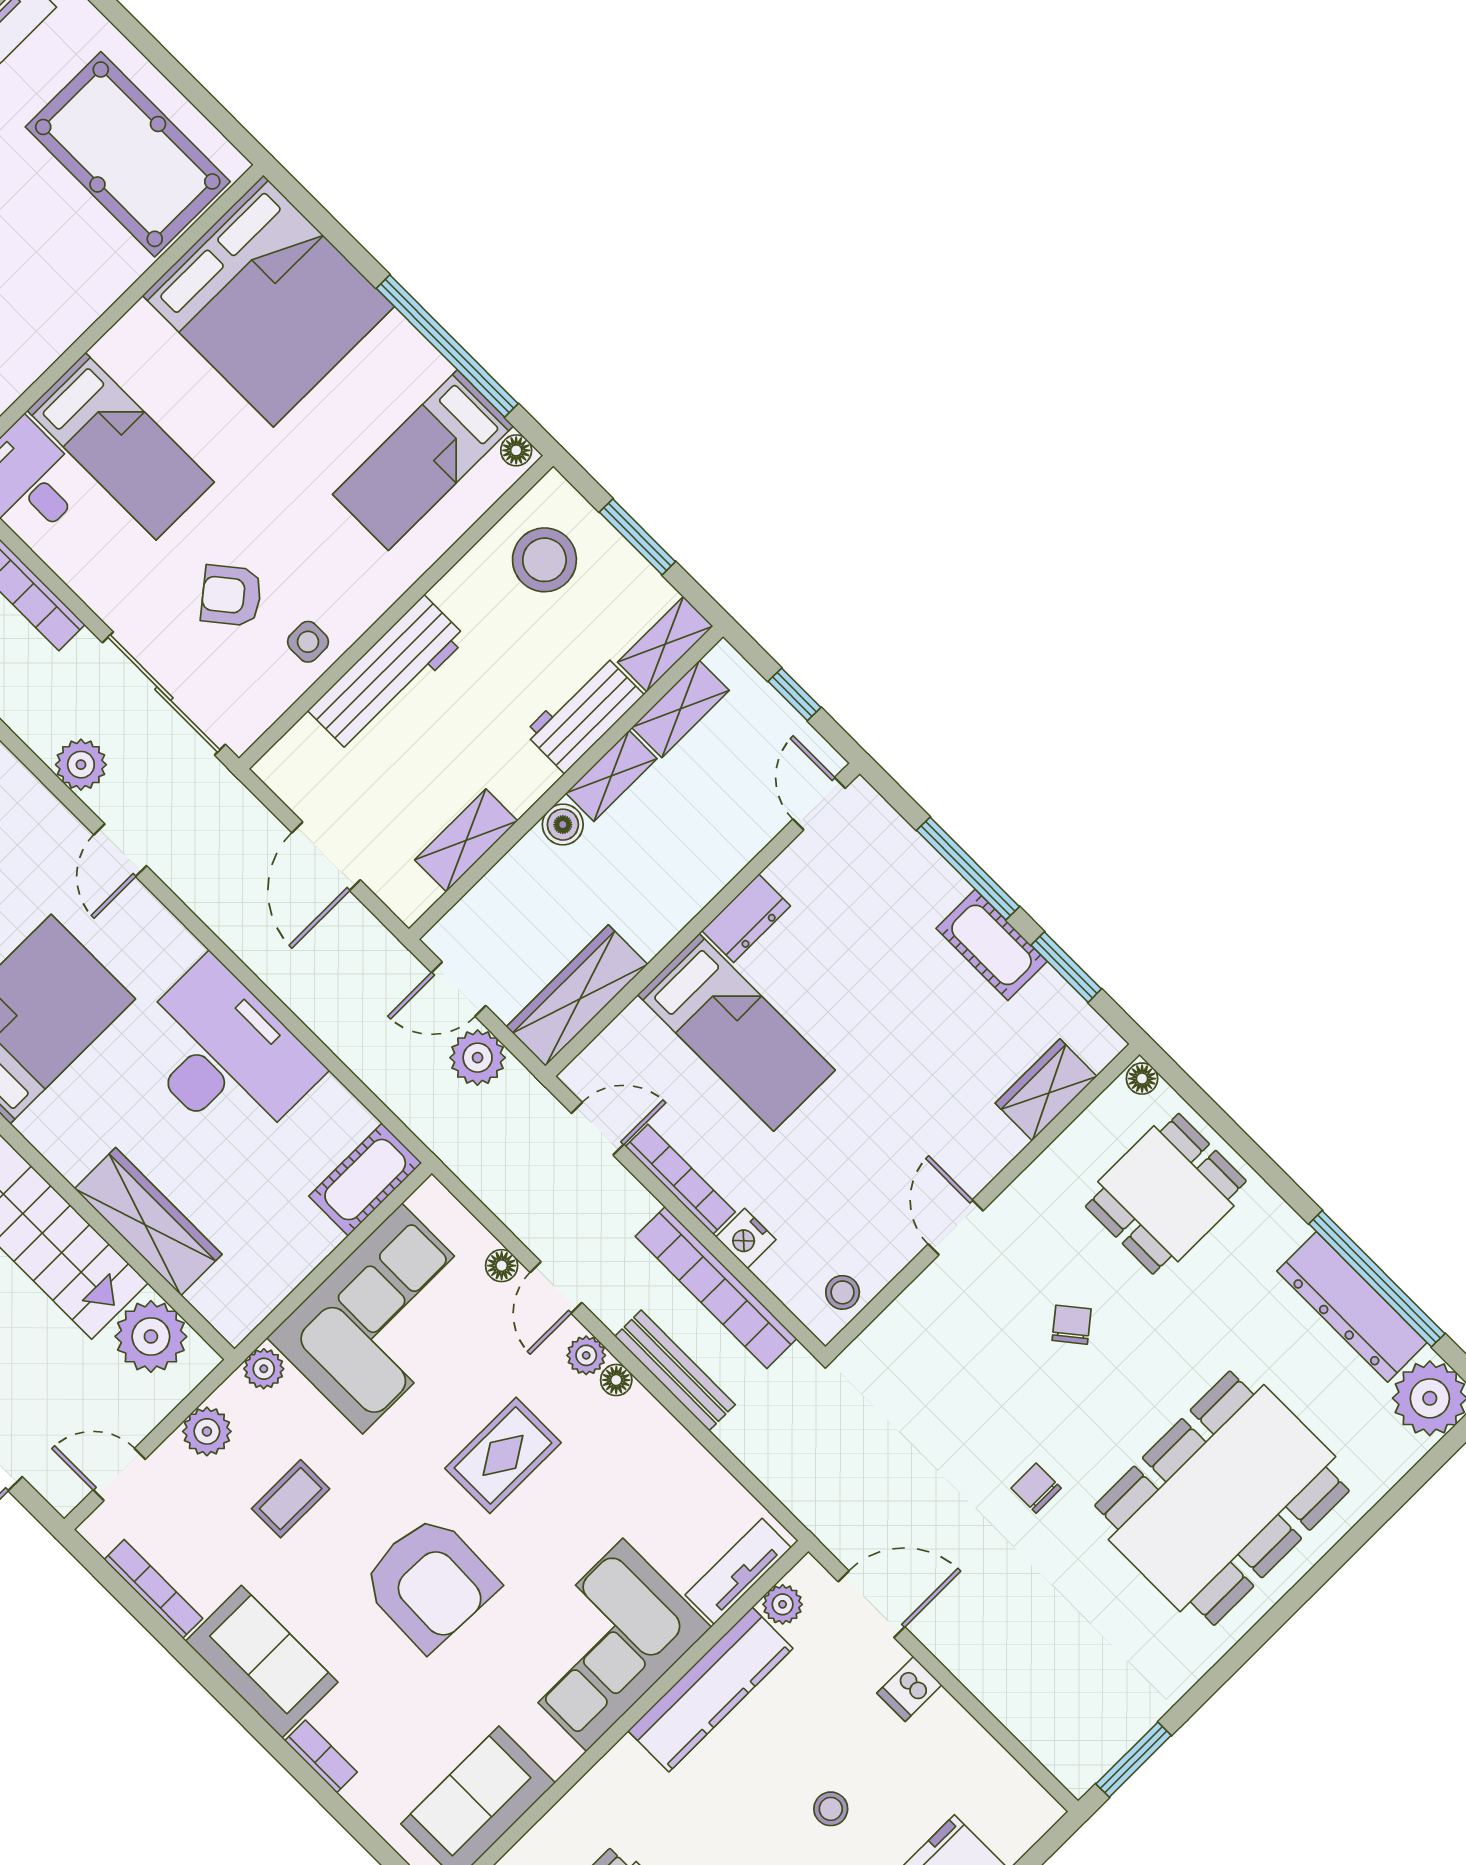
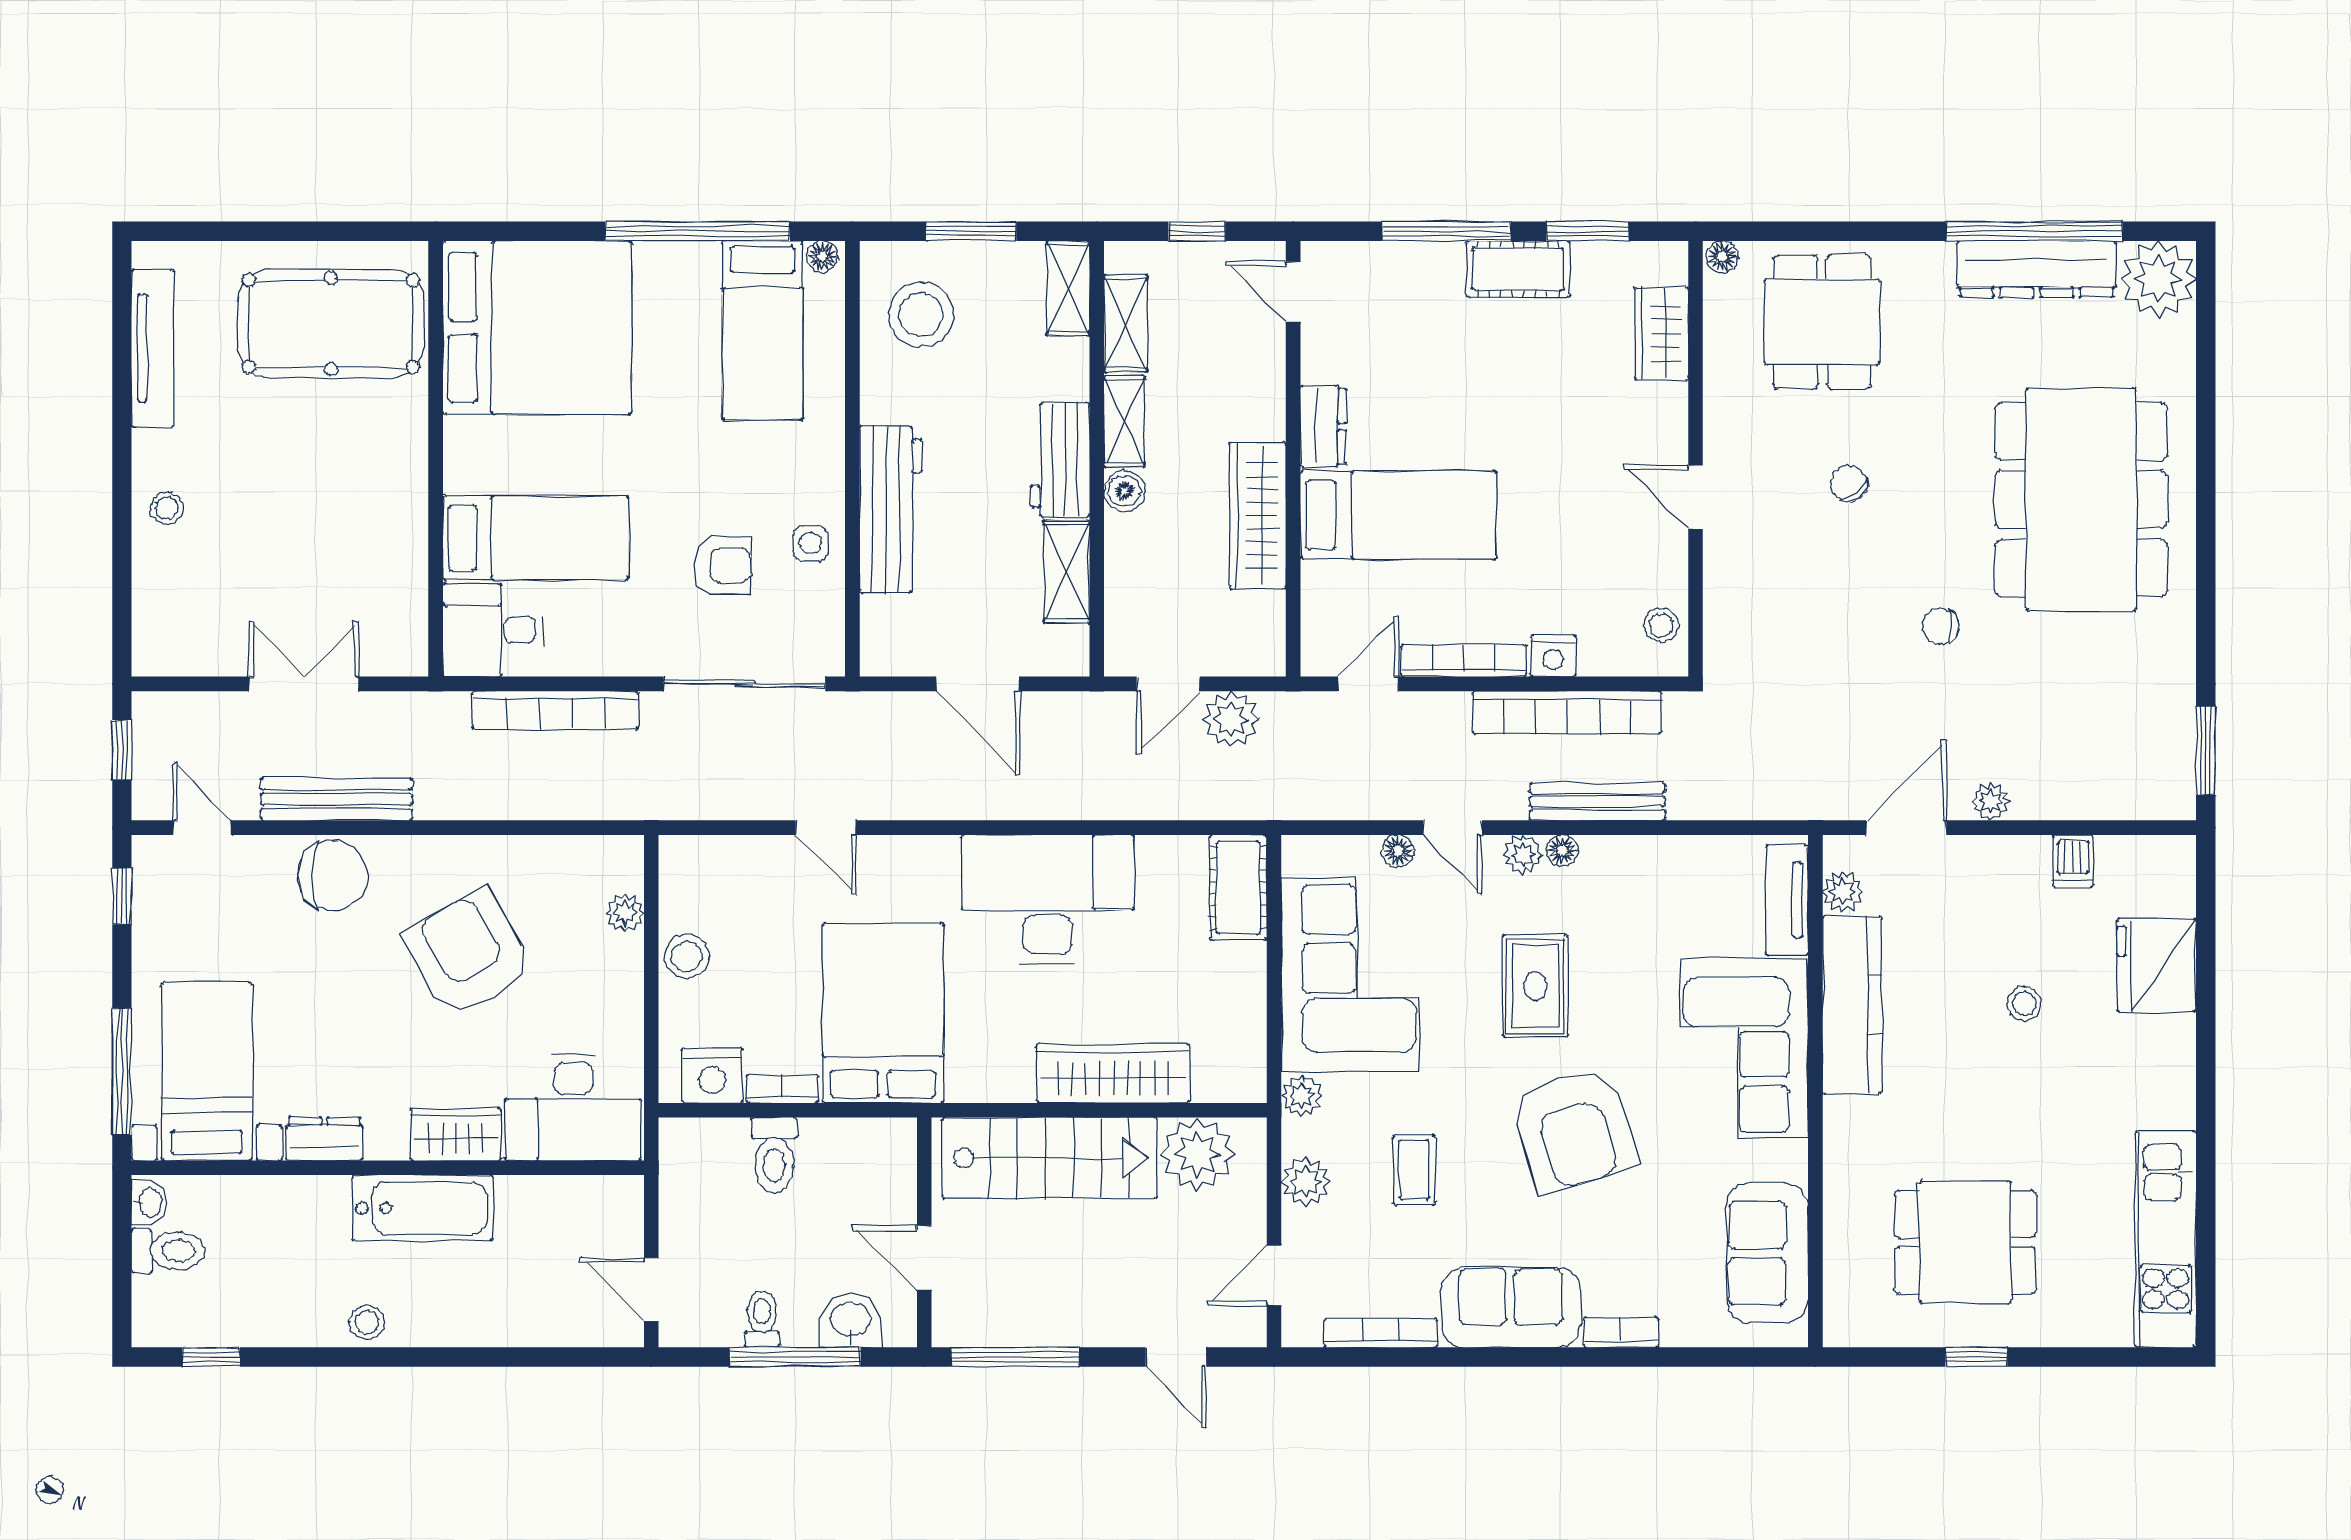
armchair: (231, 596) -> (722, 565), turned -141
workbench: (584, 714) -> (1060, 460), moved
plant: (81, 765) -> (1991, 802), moved, width x0.73, depth x0.73
wardrobe: (577, 996) -> (1258, 516), moved
armchair: (430, 1583) -> (1574, 1130), turned 71
dishwasher: (909, 1689) -> (2073, 861), moved

